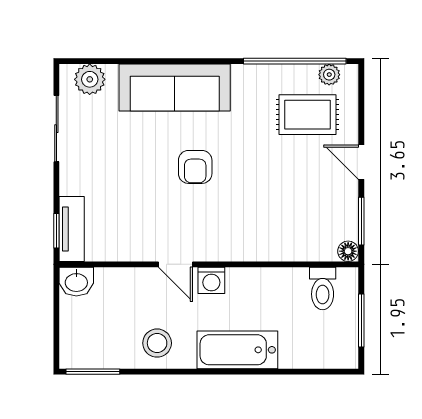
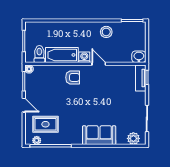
sofa: (175, 88) -> (99, 135), width x0.73
armchair: (195, 167) -> (73, 77), moved, turned 90
bathtub: (237, 350) -> (62, 55), moved, turned 180

